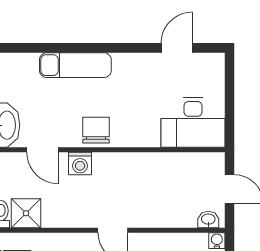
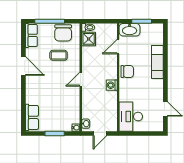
washing machine: (80, 164) -> (112, 85), moved

